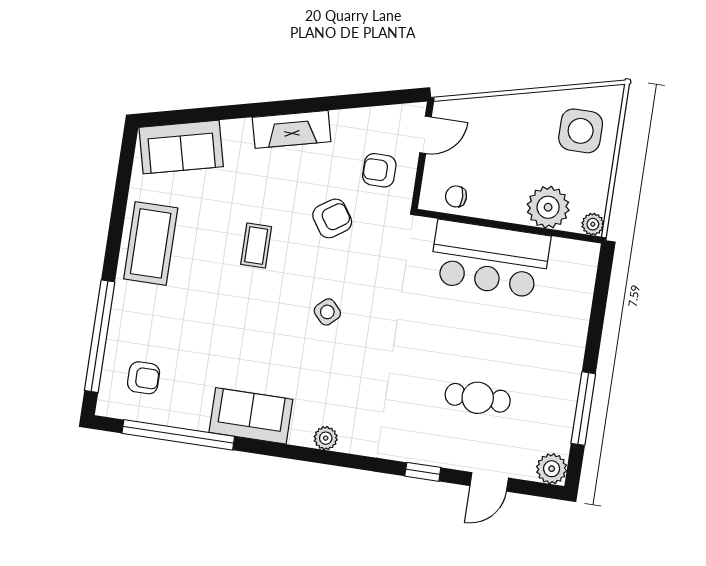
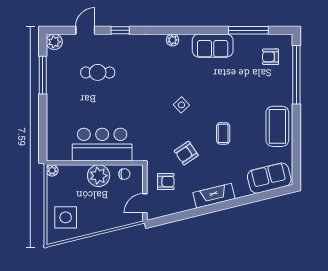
plant: (548, 207) -> (99, 176), moved
window: (178, 435) -> (248, 30), width x0.68

